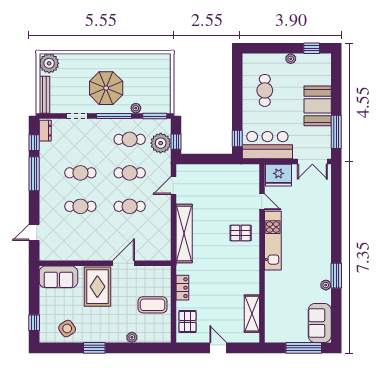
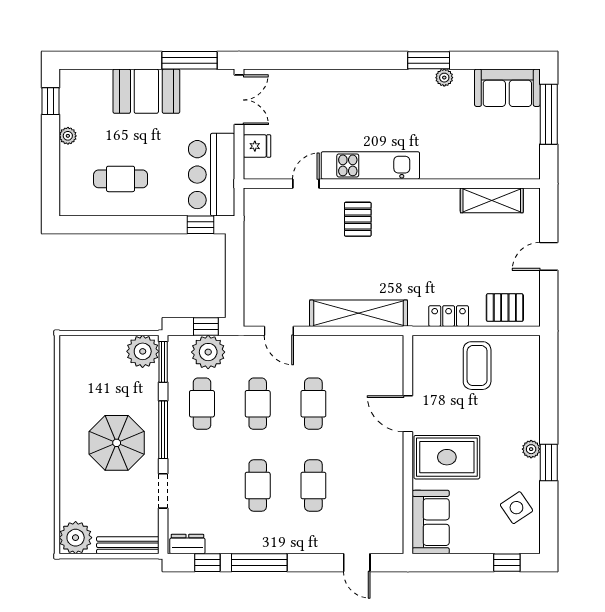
plant: (136, 108) -> (143, 351), moved, width x1.88, depth x1.88
fridge: (279, 175) -> (257, 146), width x0.53, depth x0.75
plant: (132, 337) -> (531, 449), moved

